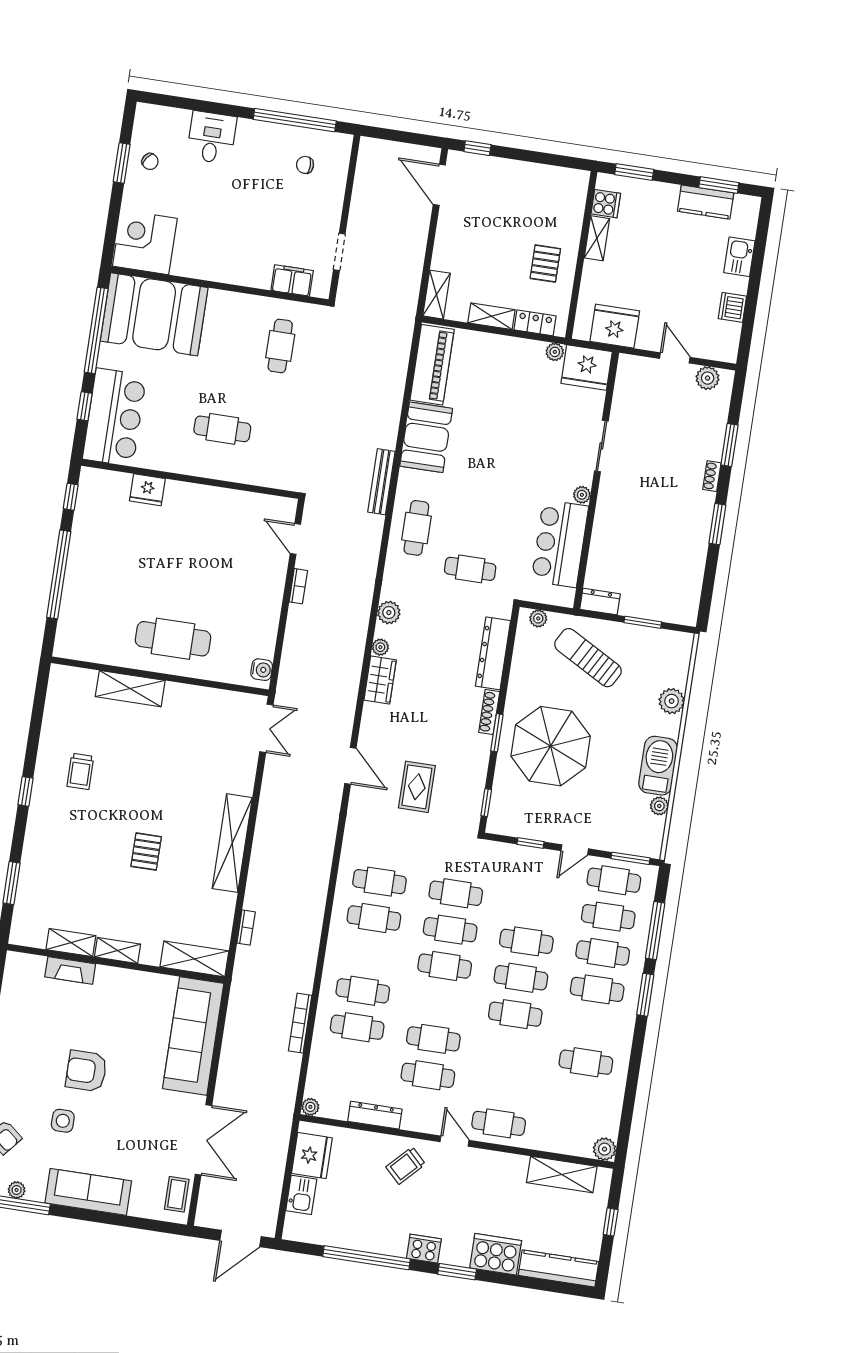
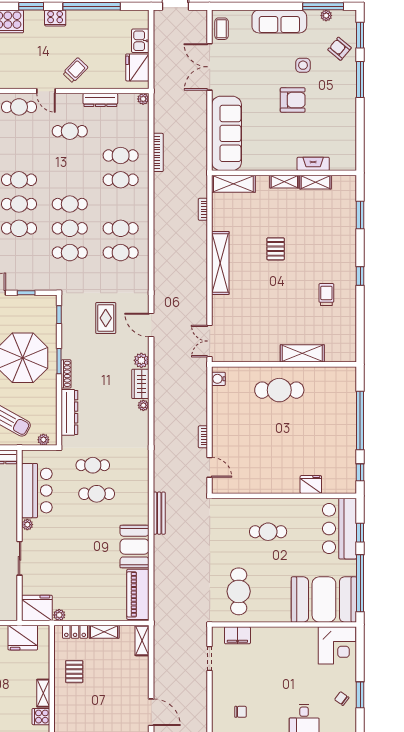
cafe table: (280, 346) -> (239, 591), width x1.37, depth x1.35
cafe table: (416, 528) -> (97, 494), moved, turned 90
plant: (389, 613) -> (141, 360), moved
cafe table: (433, 1039) -> (70, 155), removed

